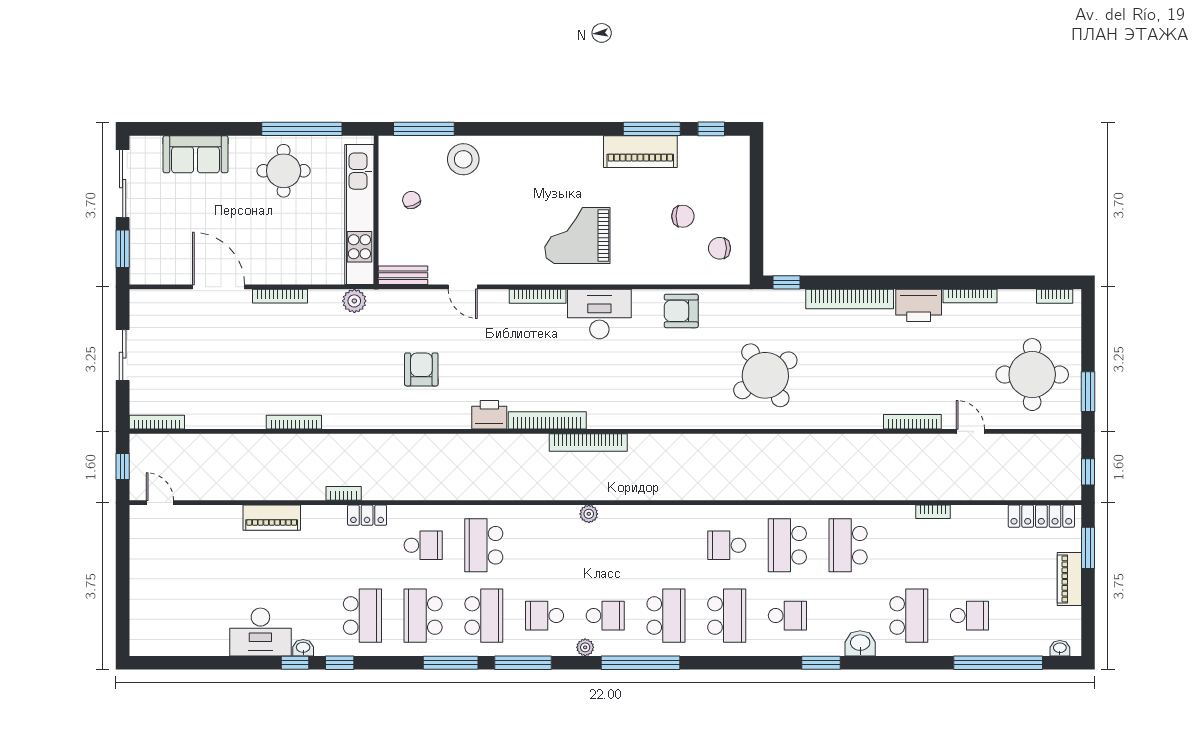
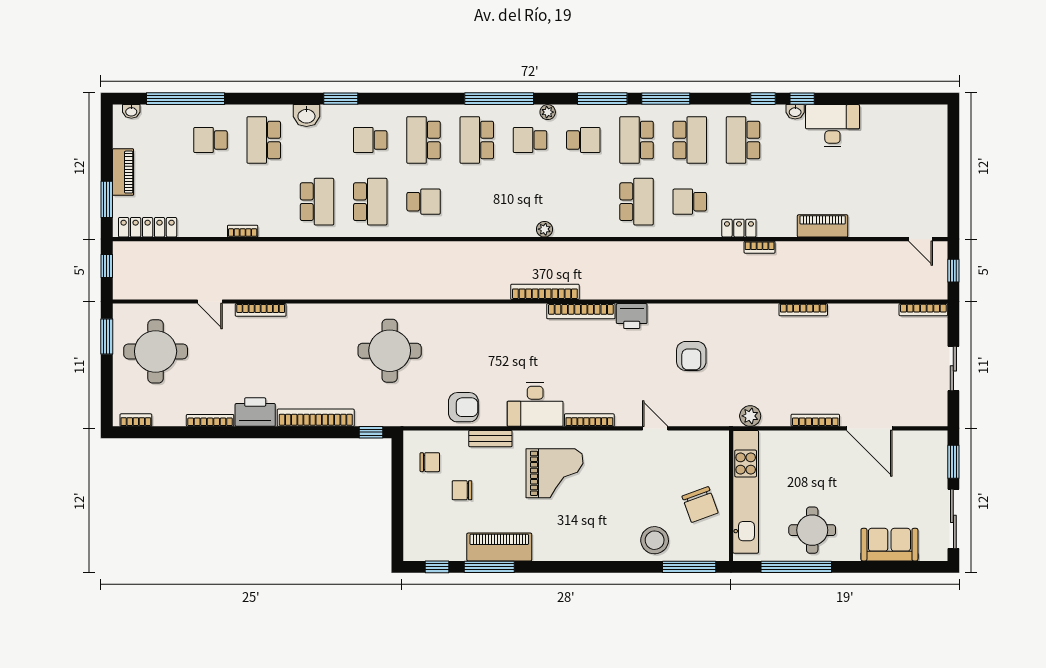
chair: (411, 200) -> (700, 505), width x1.87, depth x1.87
bench: (403, 275) -> (490, 439), moved
round table: (765, 375) -> (390, 351), turned 33

